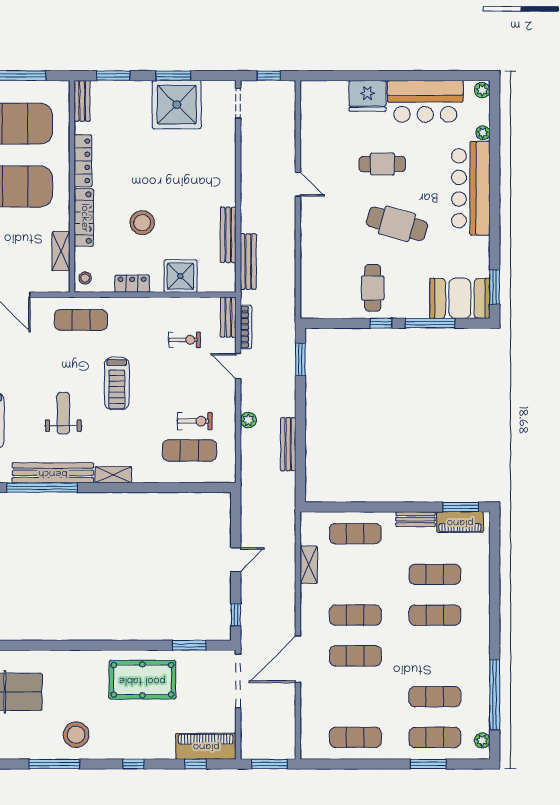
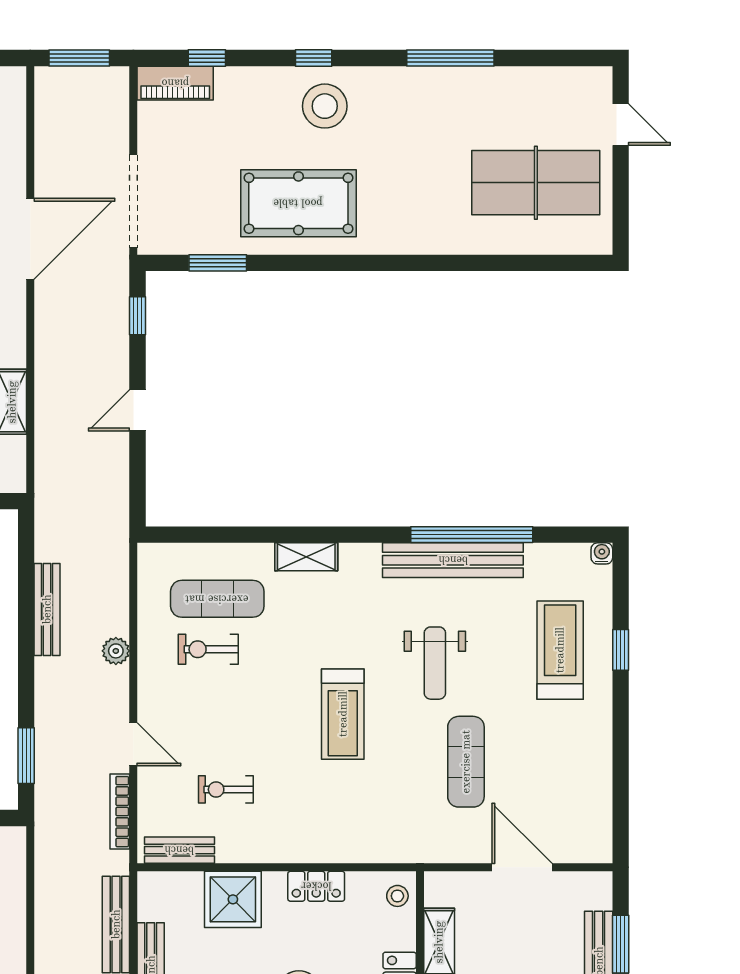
bench: (228, 317) -> (179, 850), moved, turned 90
exercise mat: (81, 320) -> (466, 762), moved, turned 90
treadmill: (117, 383) -> (343, 714), turned 180
shelving: (113, 475) -> (306, 557), moved
stool: (76, 735) -> (325, 106), moved
piano: (206, 746) -> (175, 83), width x0.73, depth x0.75

